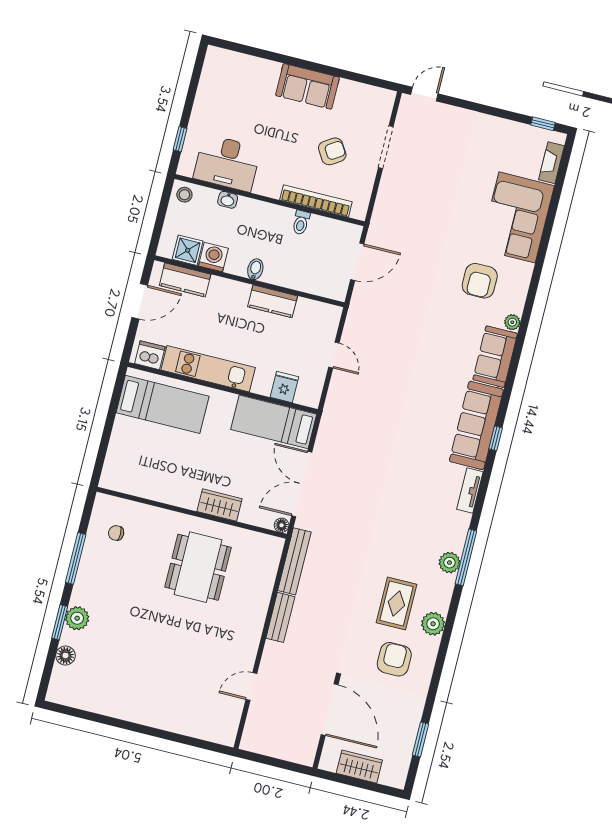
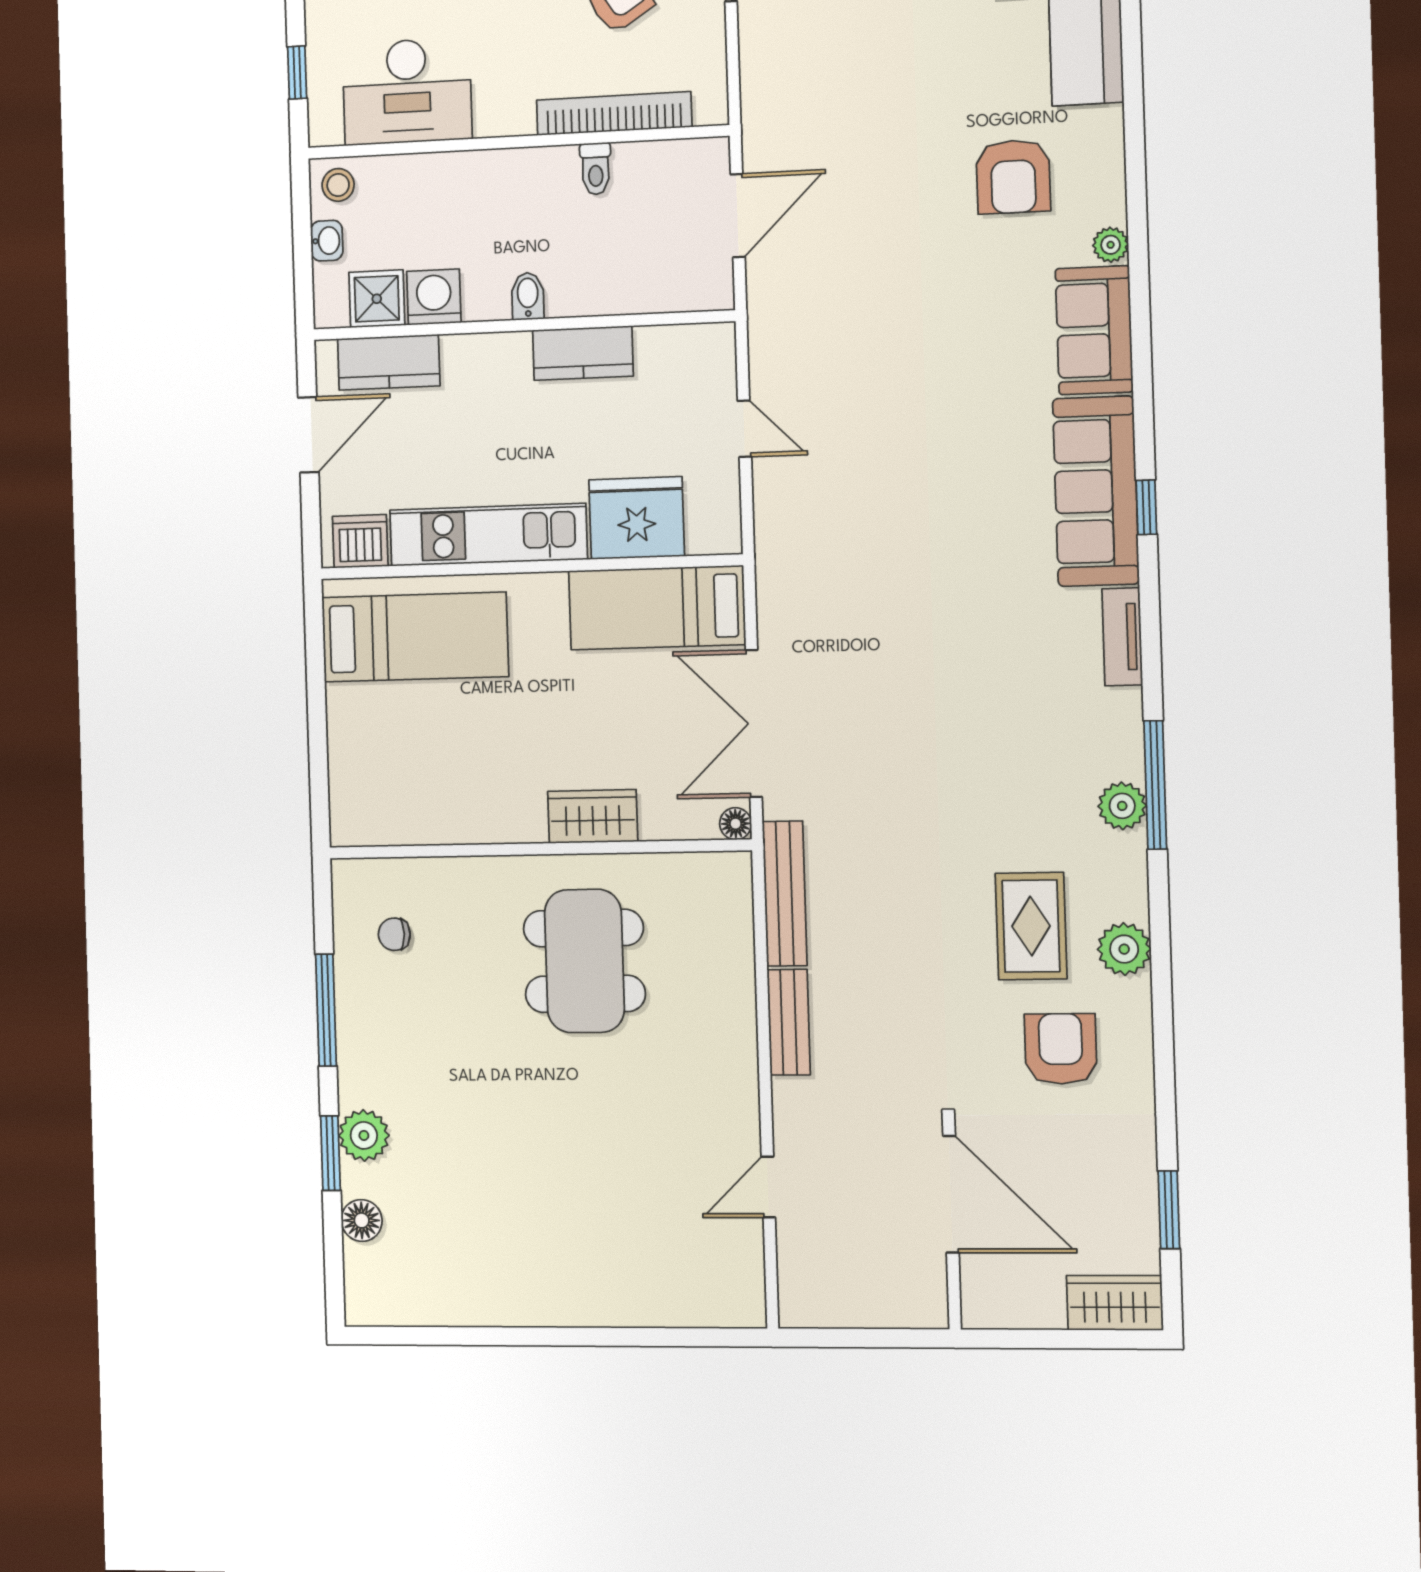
washbasin: (228, 200) -> (327, 241), moved, turned -90
fridge: (284, 387) -> (637, 518), width x1.88, depth x1.34
wardrobe: (359, 767) -> (1115, 1303), moved

